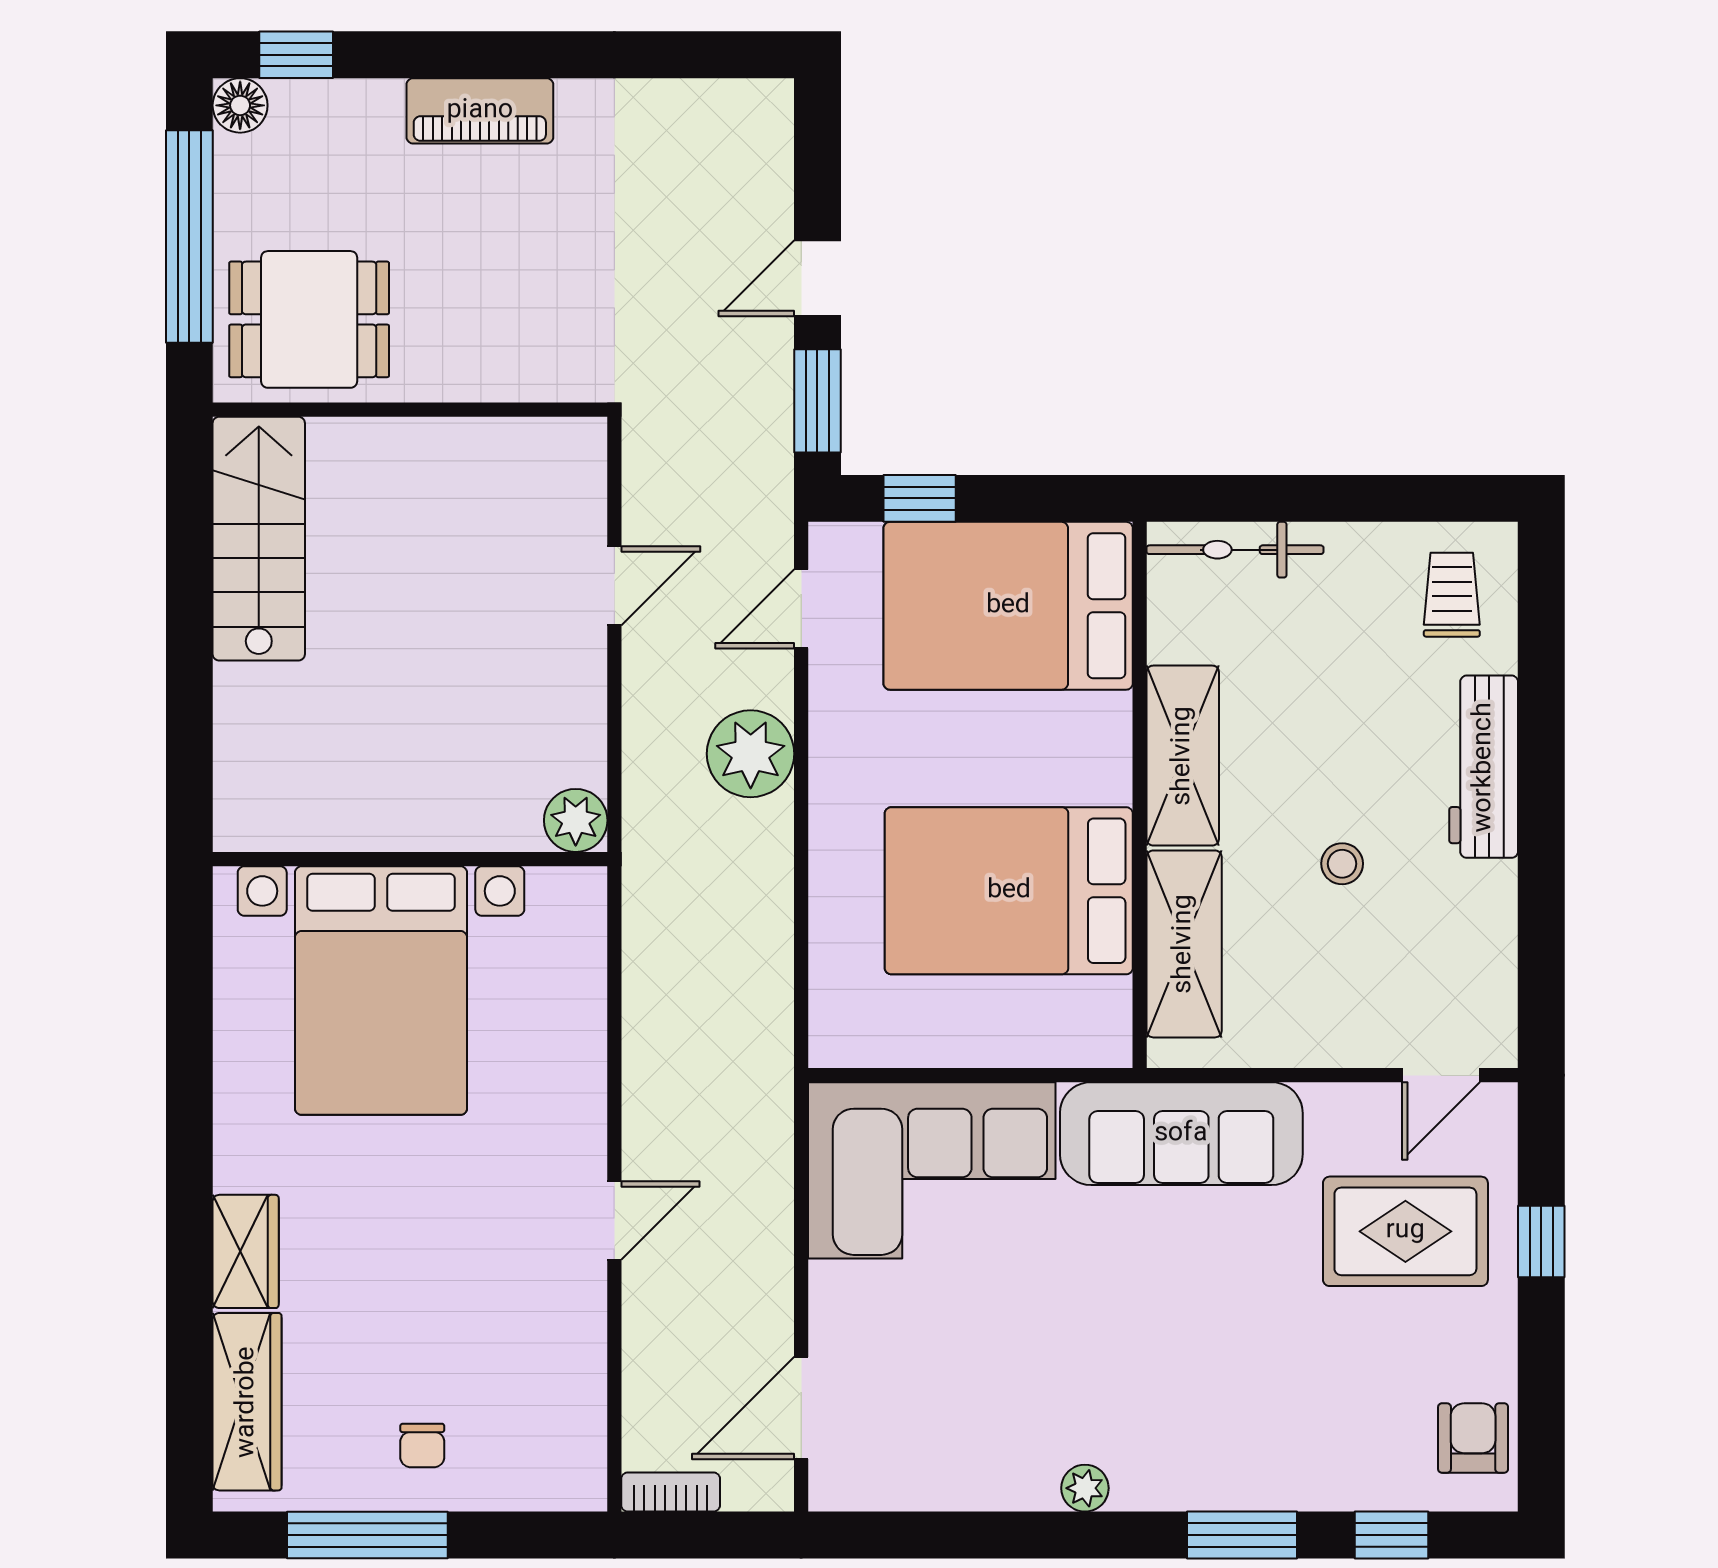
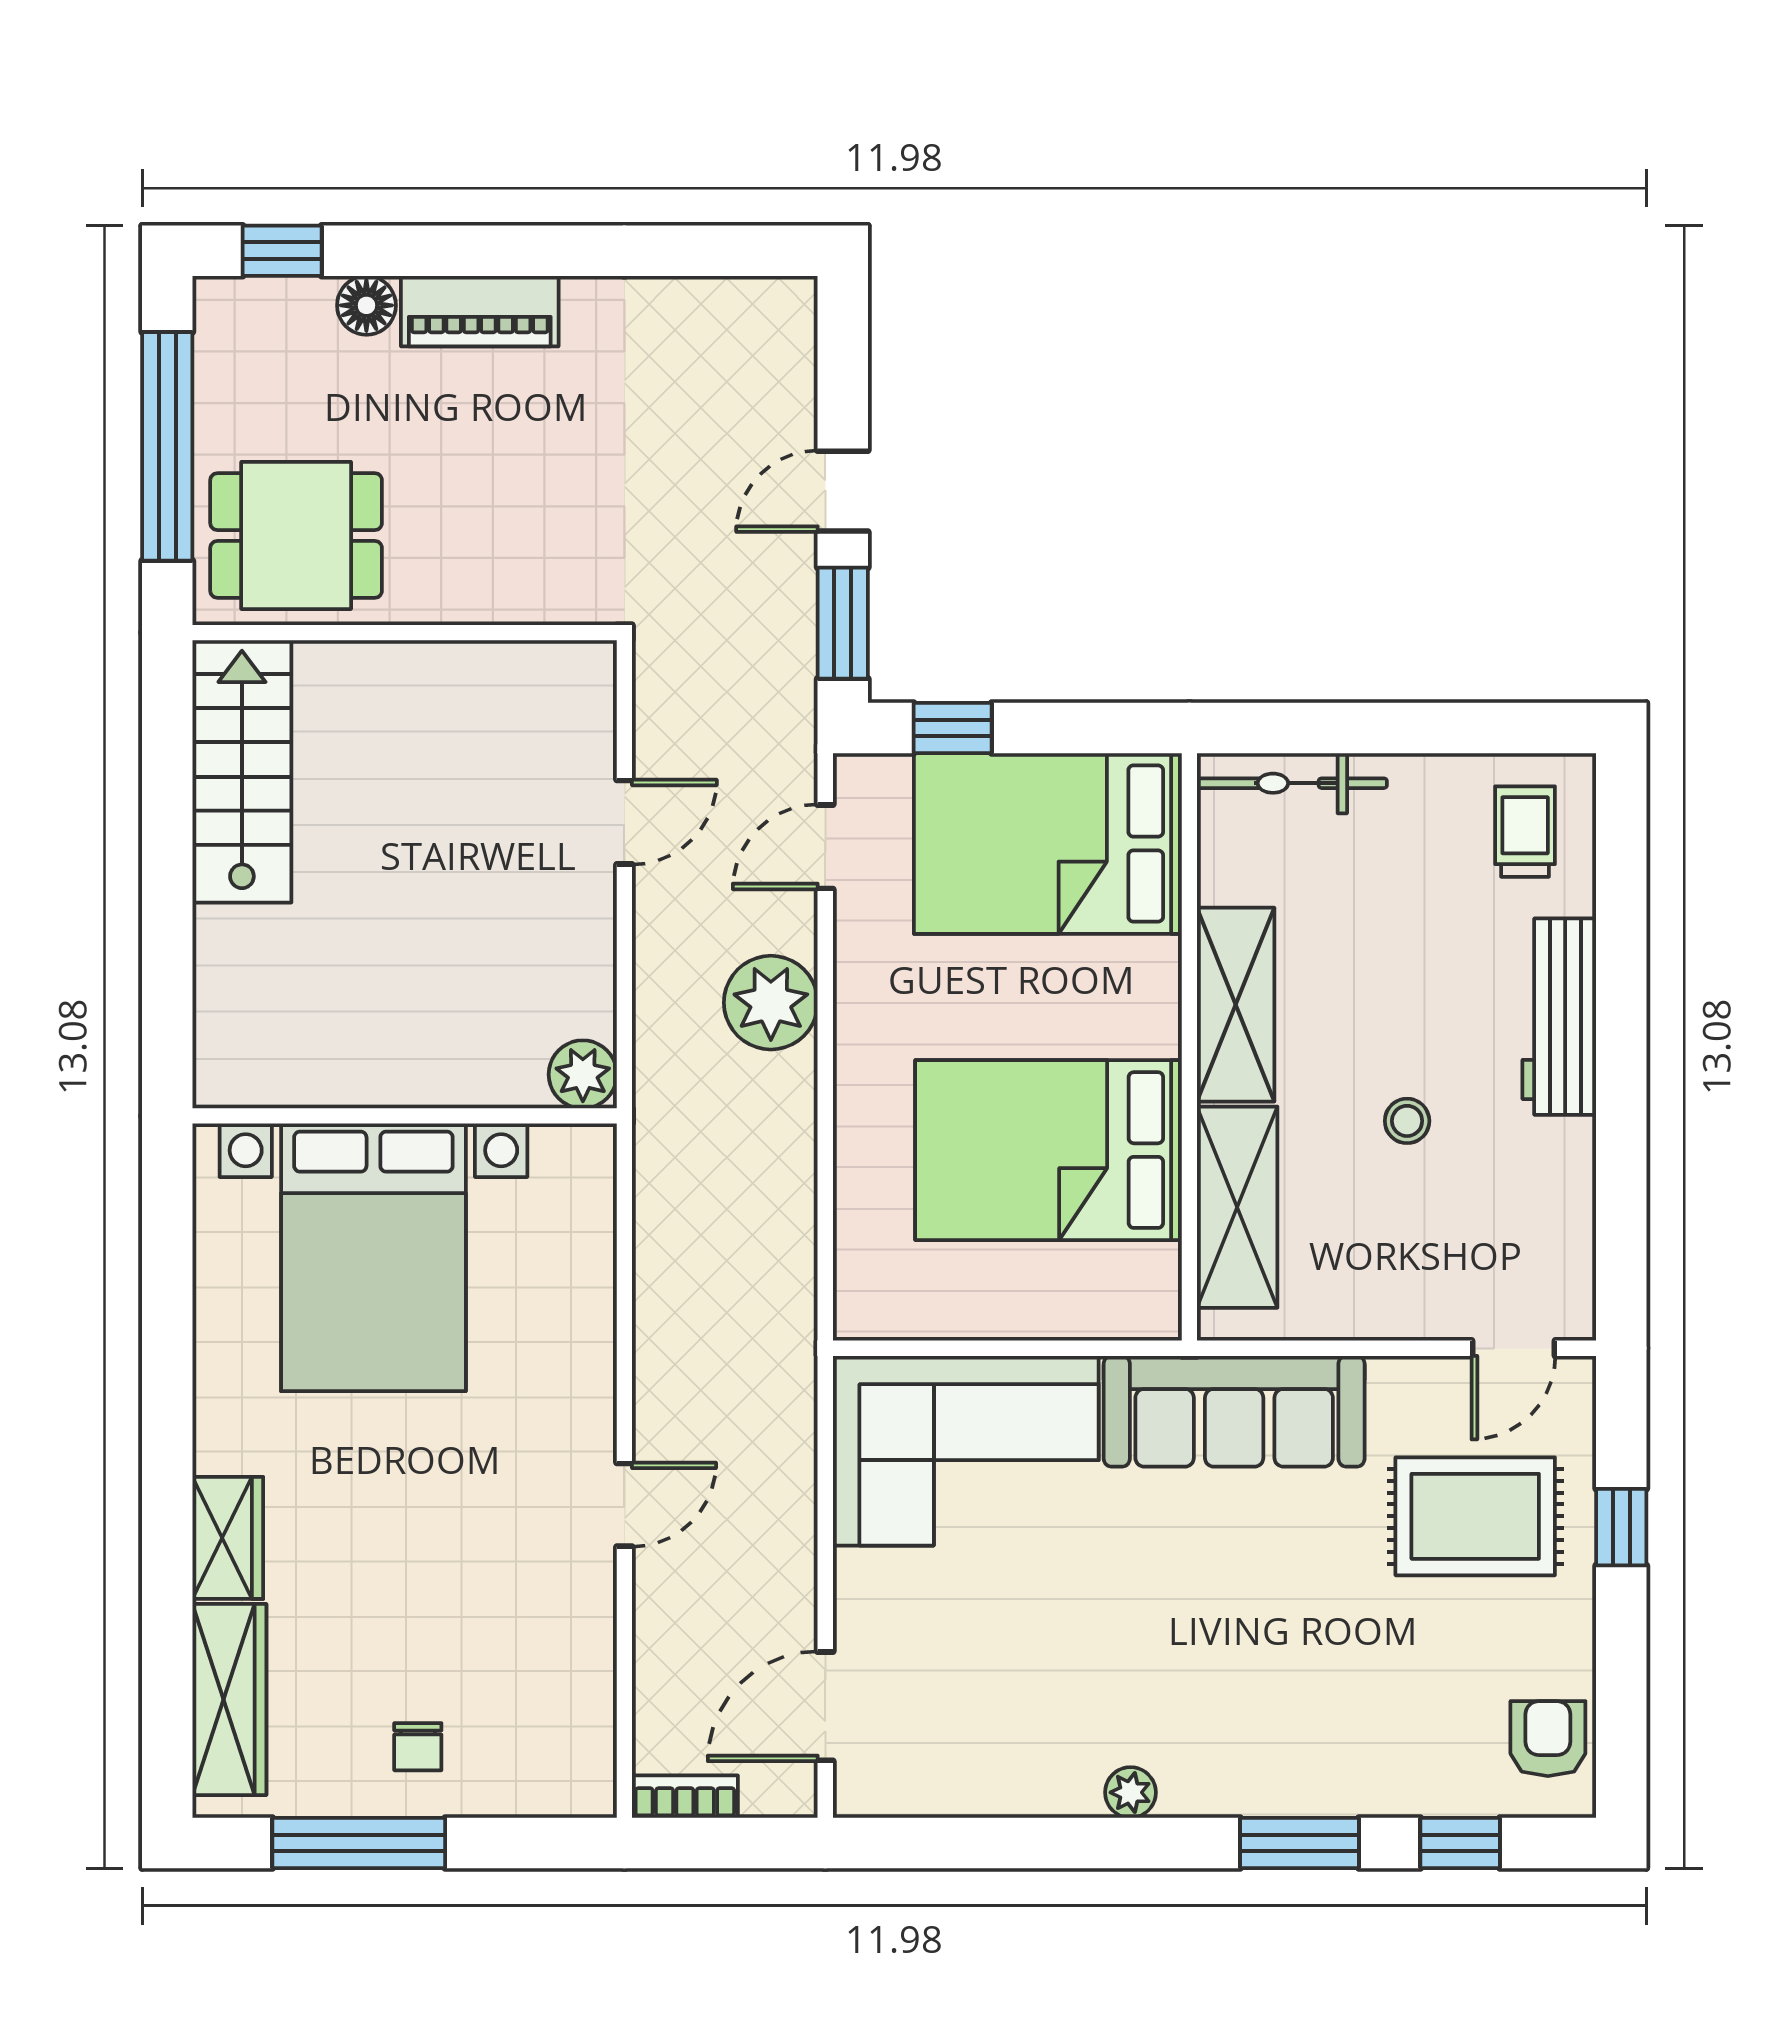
floor lamp: (240, 105) -> (366, 305), moved

